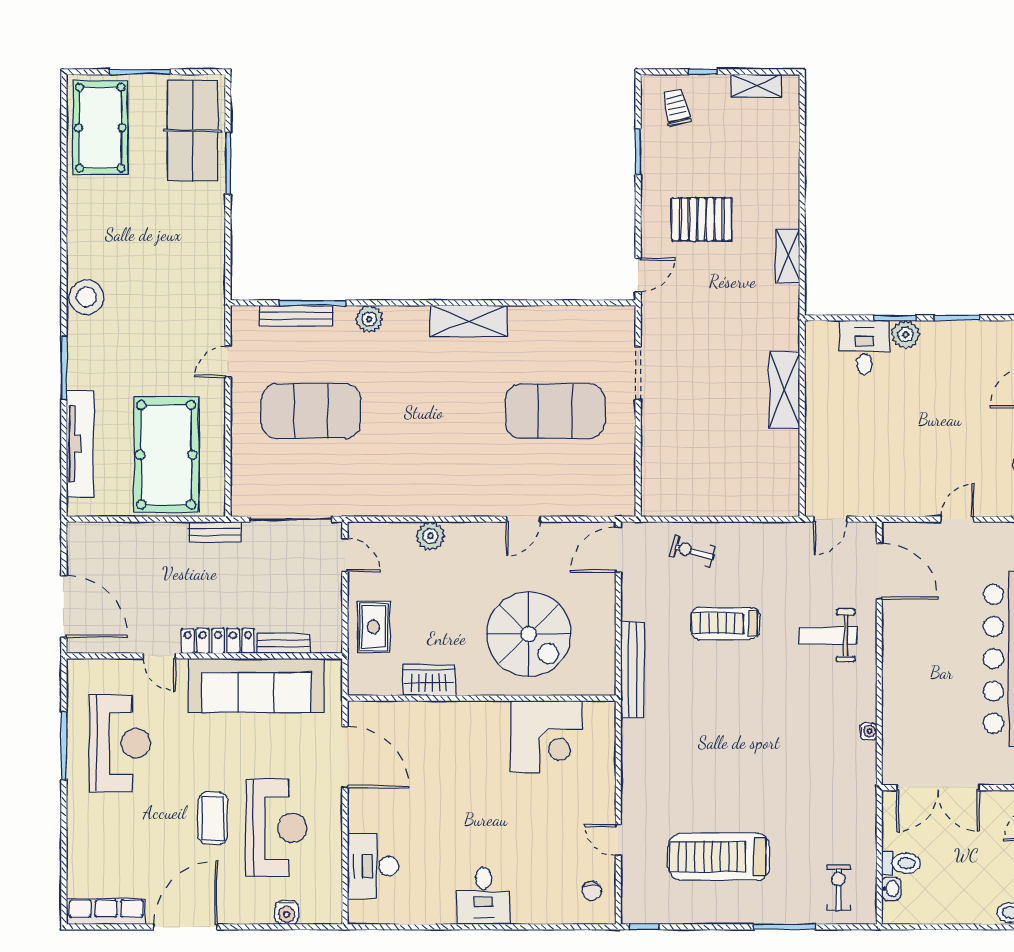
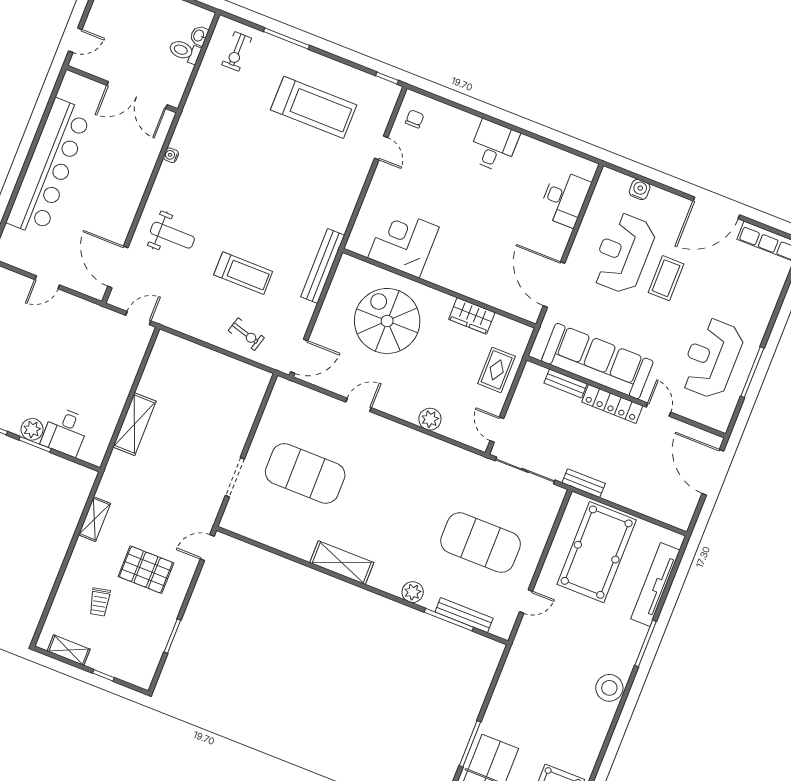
trolley: (676, 107) -> (100, 602), moved
double door: (938, 788) -> (137, 95), swing flipped

